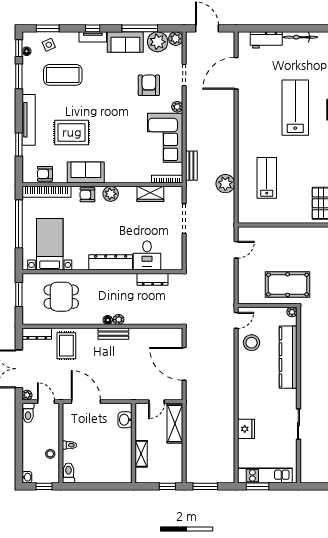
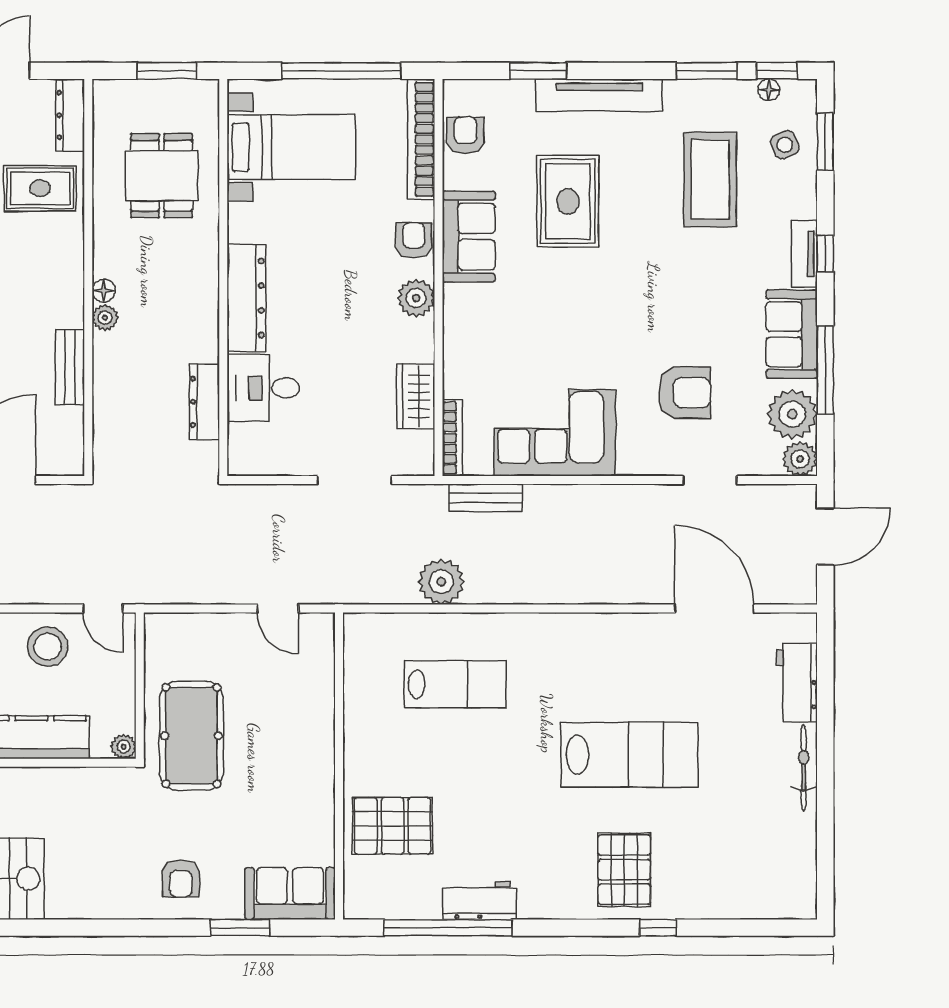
plant: (177, 107) -> (632, 463), removed
bench: (113, 334) -> (70, 367), moved

